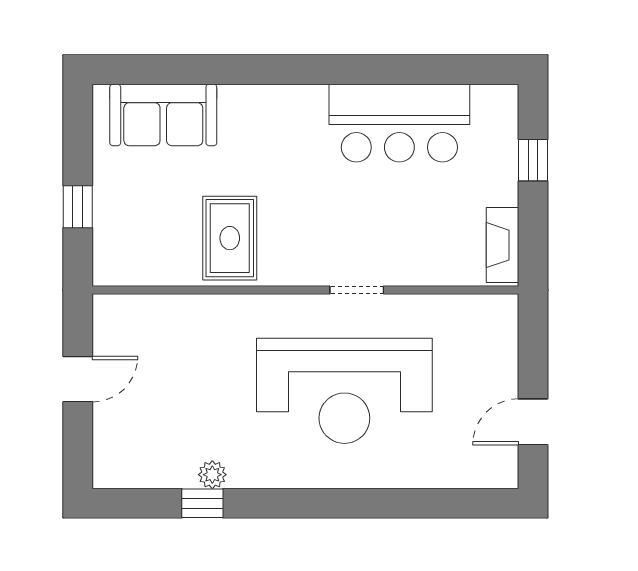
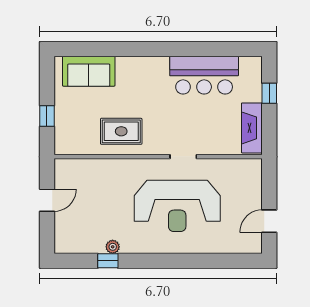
rug: (230, 238) -> (121, 131), turned 90
fireplace: (503, 245) -> (252, 128), width x1.37, depth x1.32

